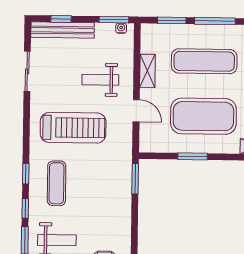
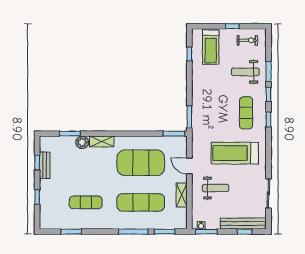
window: (193, 156) -> (174, 134), moved

